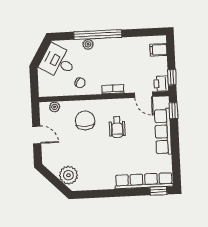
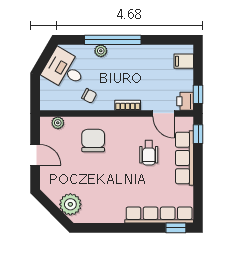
wheelchair: (117, 127) -> (149, 153), moved

